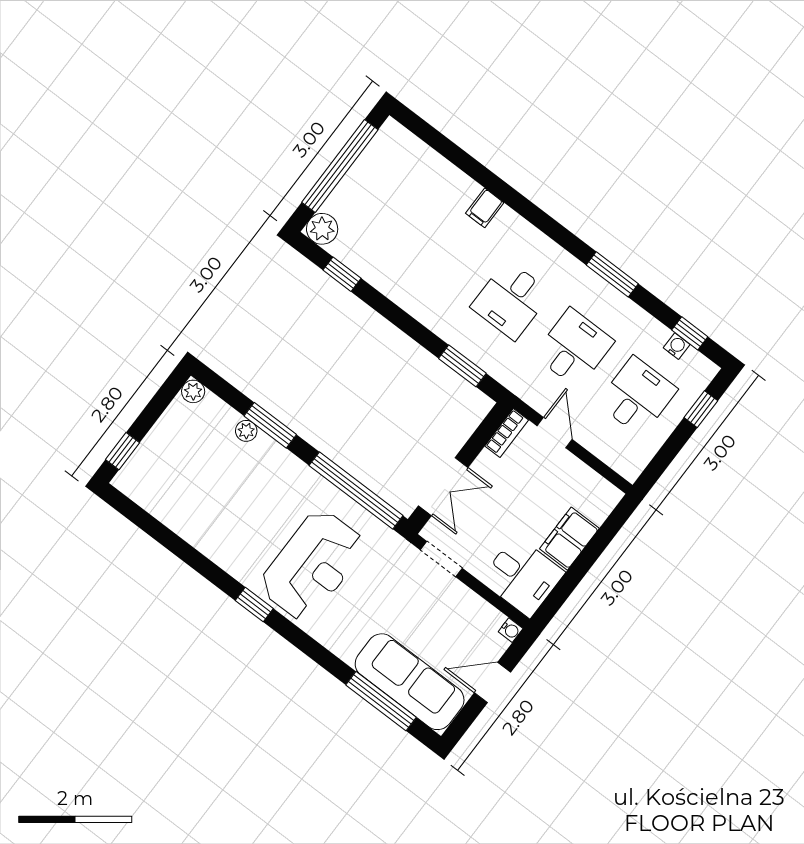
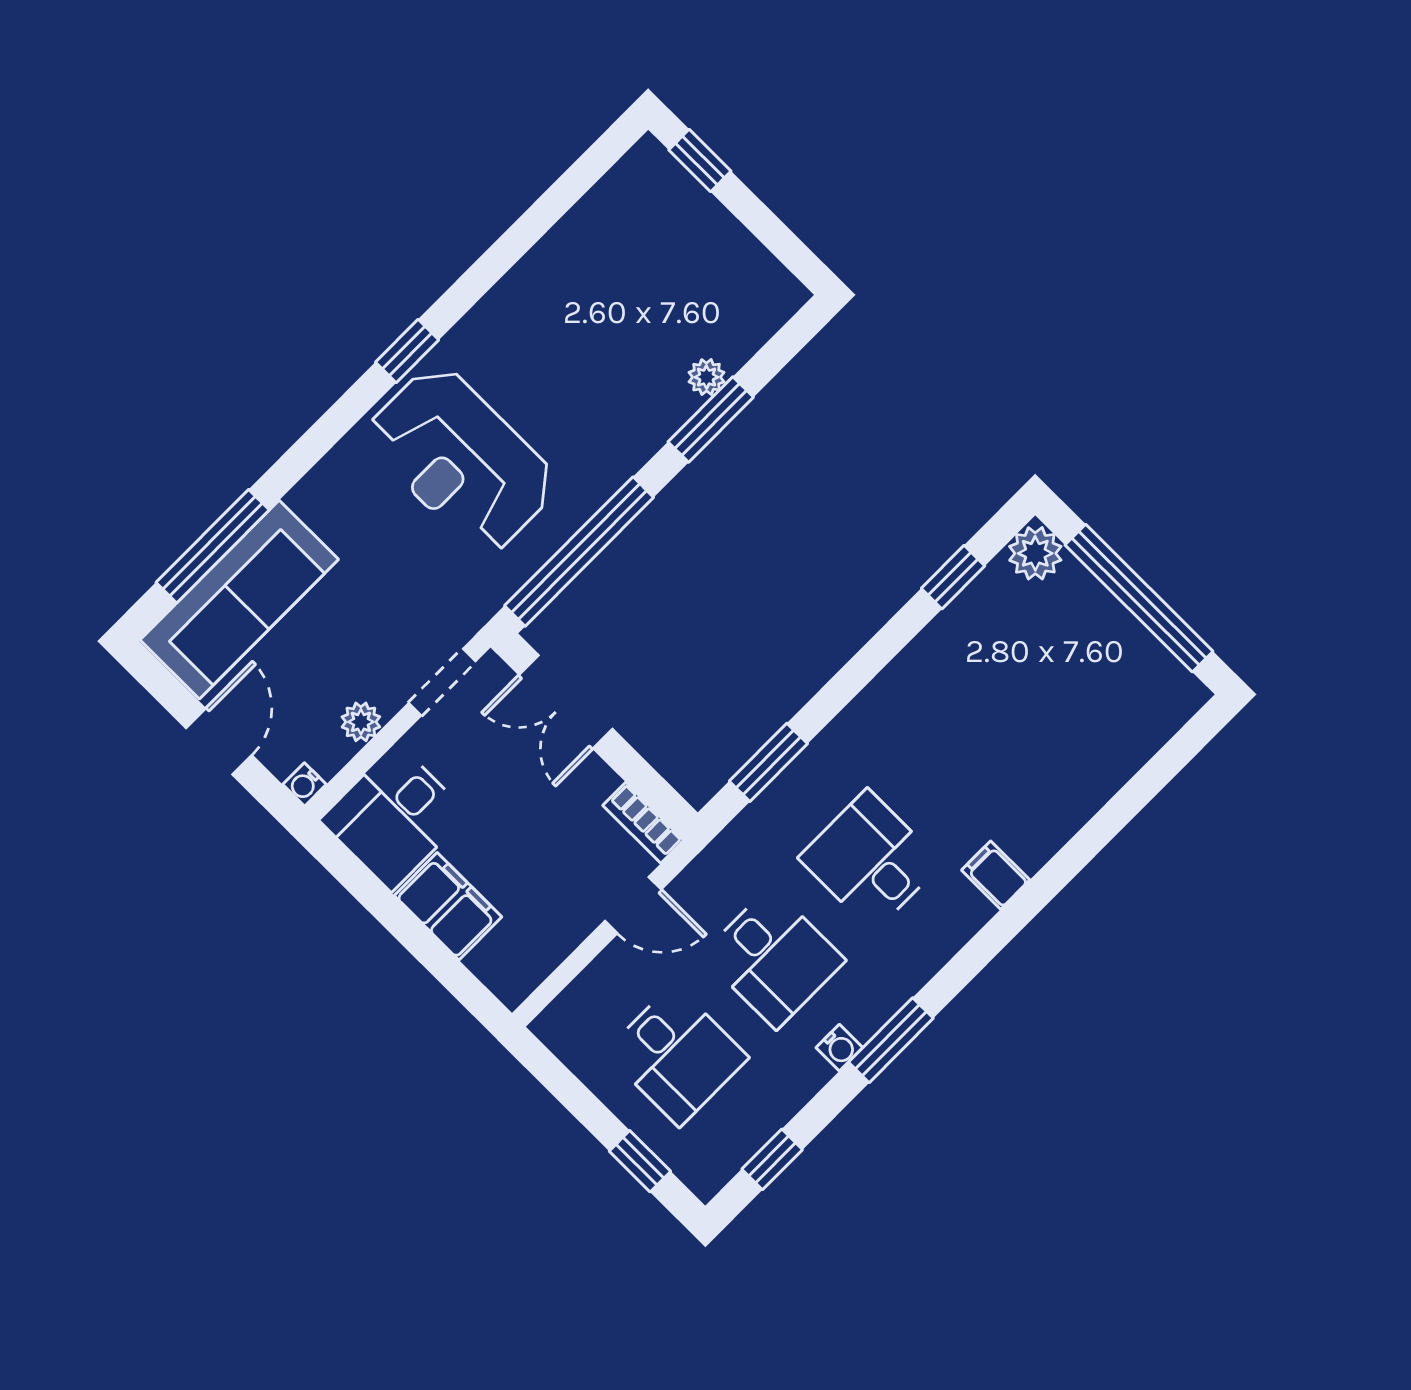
filing cabinet: (485, 208) -> (996, 875), moved
water cooler: (677, 346) -> (839, 1048), moved
plant: (193, 391) -> (361, 722), moved

